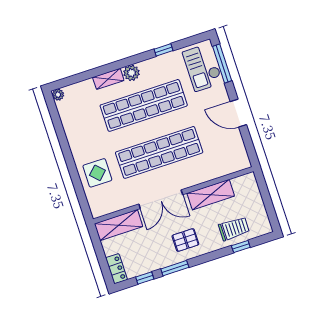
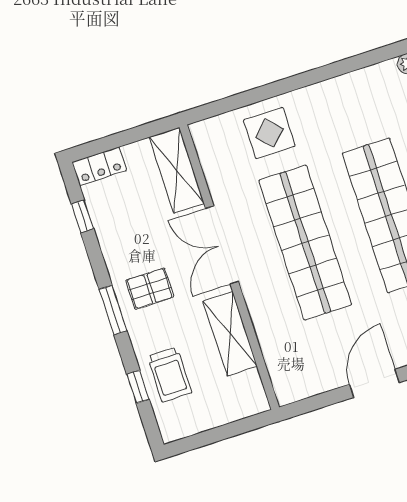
pallet: (185, 240) -> (150, 289), turned 90
window: (175, 268) -> (113, 310), moved

